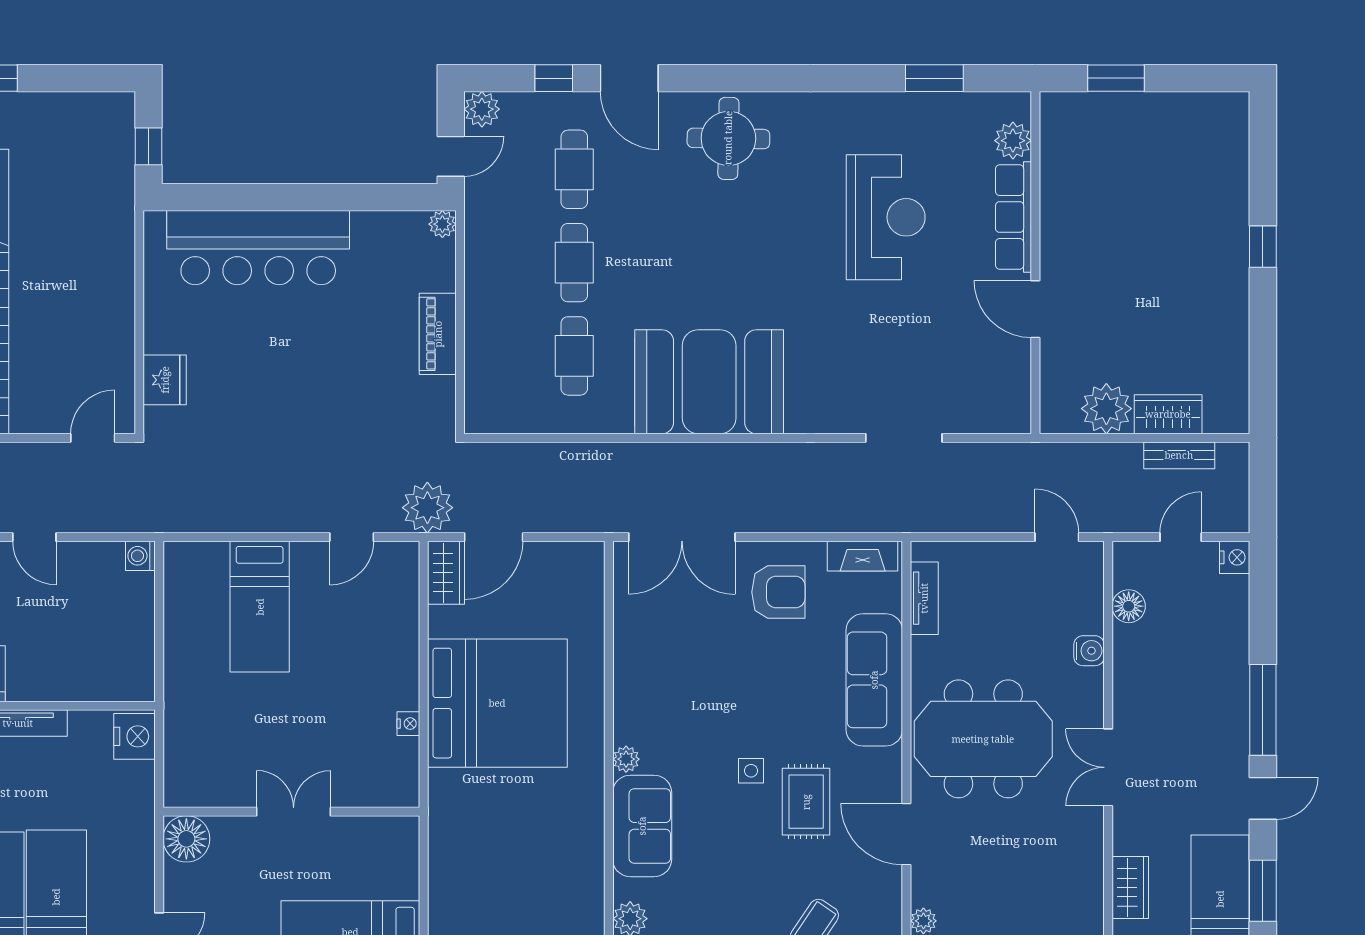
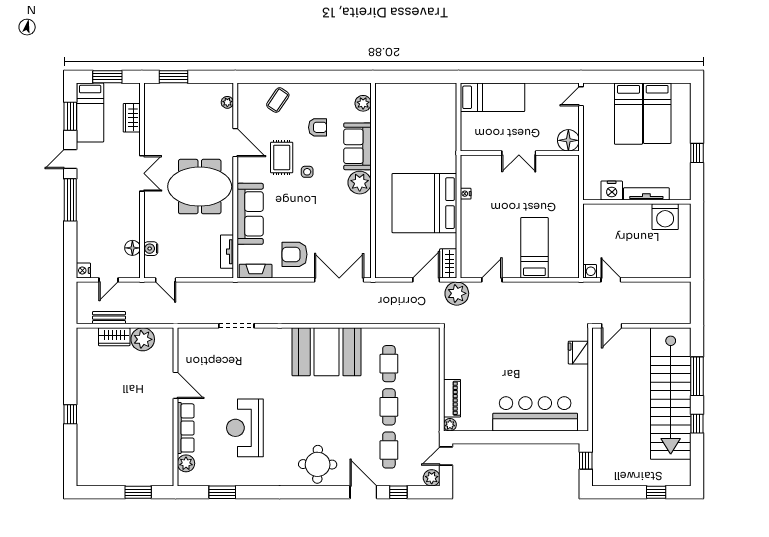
piano: (438, 334) -> (452, 398), moved
door: (34, 537) -> (611, 280), moved
water cooler: (1089, 651) -> (151, 249), moved
nightstand: (134, 736) -> (612, 190), moved, turned -90
plant: (626, 759) -> (360, 183), width x1.88, depth x1.88
armchair: (729, 867) -> (318, 127), added

